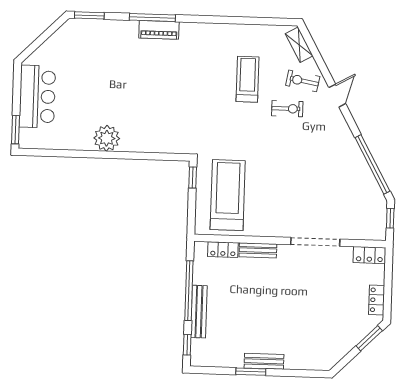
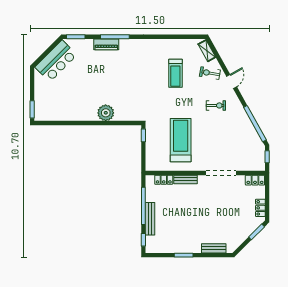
piano: (159, 30) -> (106, 44), moved
treadmill: (248, 79) -> (175, 73), turned 180
bar counter: (37, 97) -> (56, 61), moved, turned 45
exercise bike: (287, 109) -> (216, 105), moved
plant: (107, 138) -> (106, 113), moved
treadmill: (228, 195) -> (181, 140), moved
bench: (264, 361) -> (214, 248), moved

